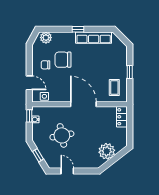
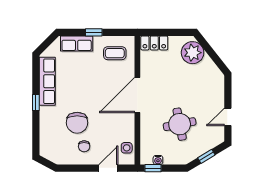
plant: (46, 38) -> (47, 146), removed
row of seats: (121, 59) -> (77, 44), added
plant: (107, 151) -> (193, 53), moved

